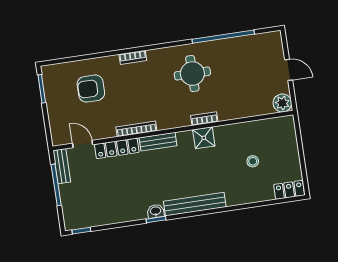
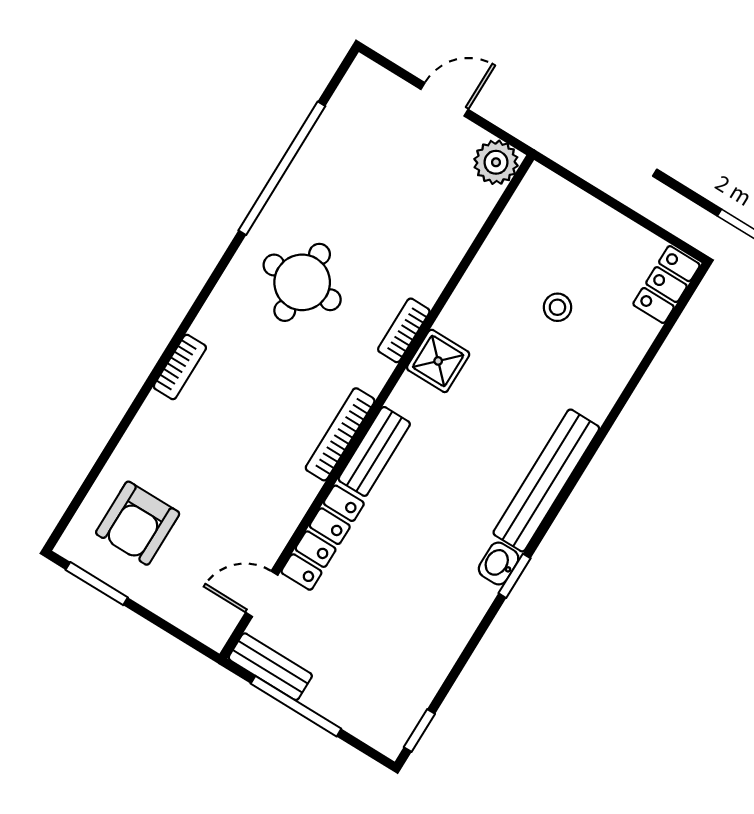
armchair: (91, 89) -> (138, 523), moved
bookcase: (136, 129) -> (340, 434), moved

